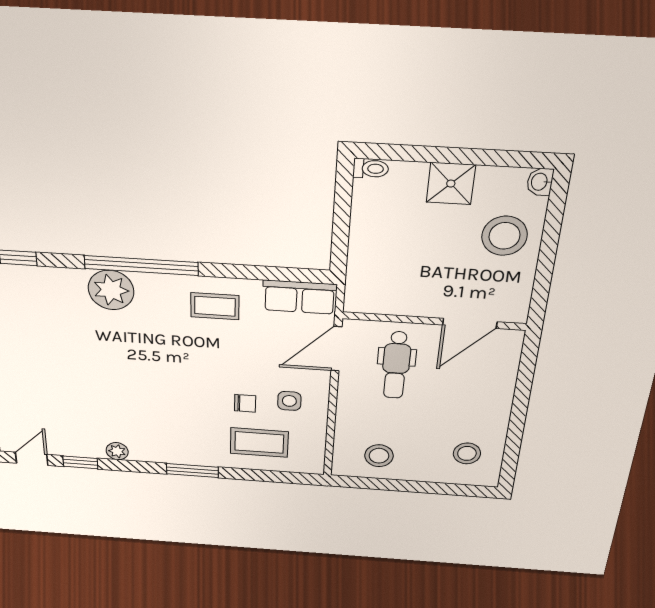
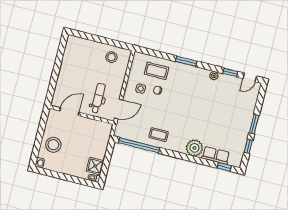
shower: (451, 184) -> (95, 166), moved
window: (141, 265) -> (139, 145), moved
row of seats: (299, 297) -> (216, 155), moved
stool: (467, 453) -> (78, 53), removed

